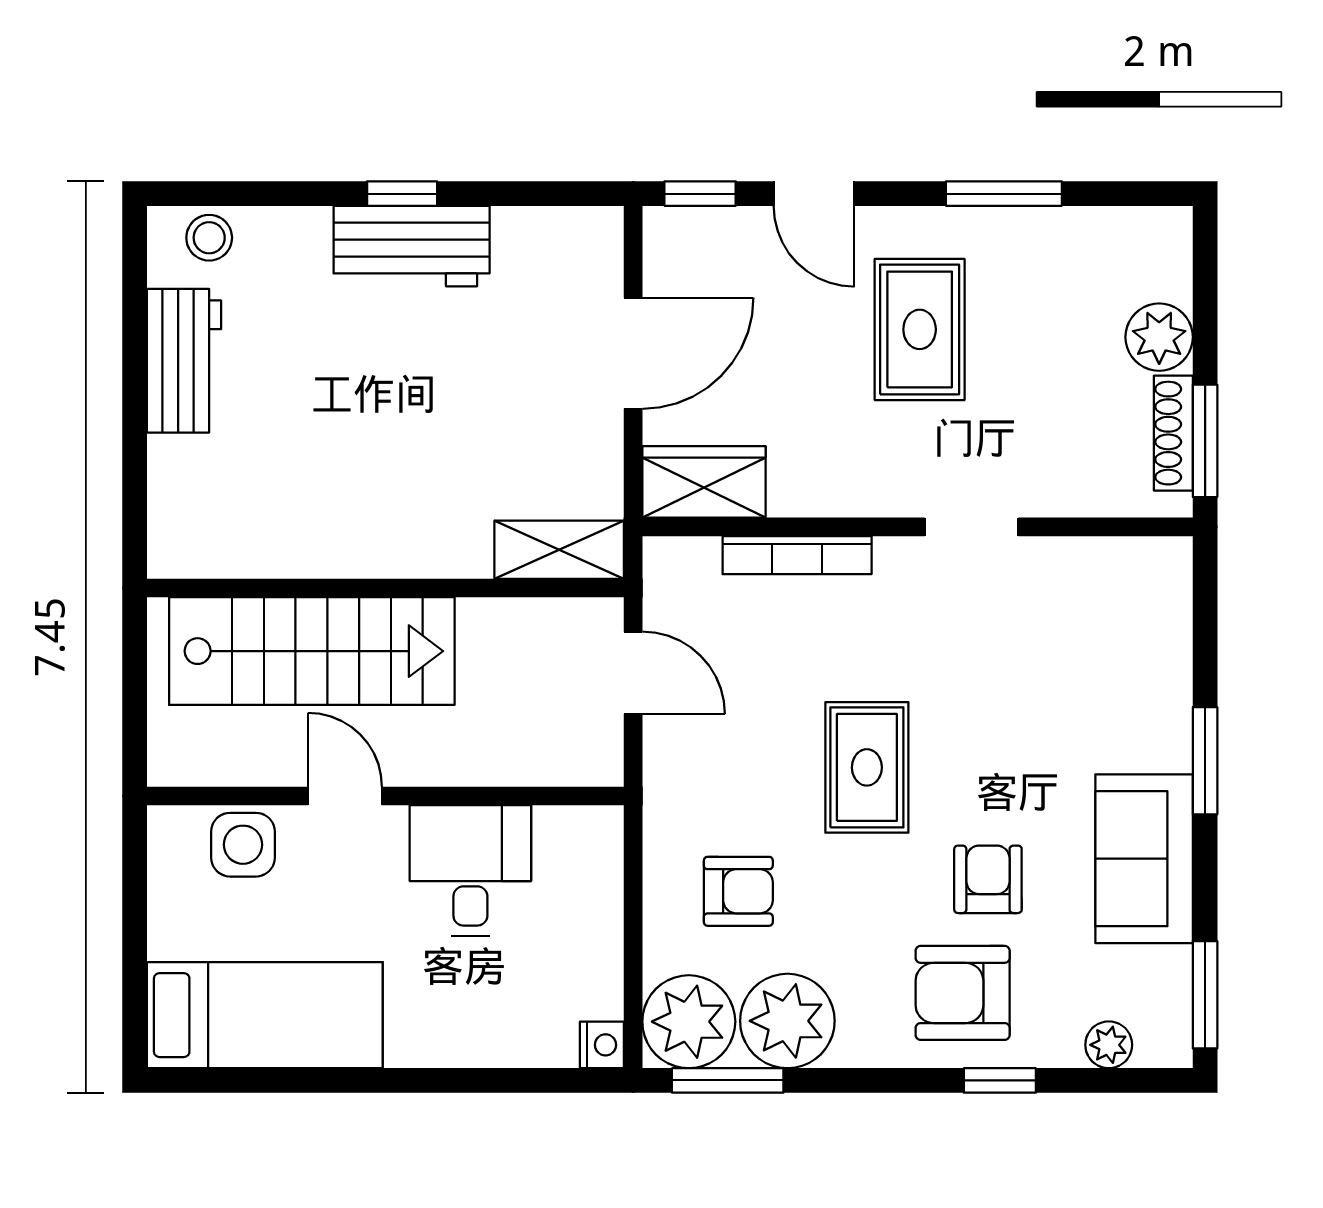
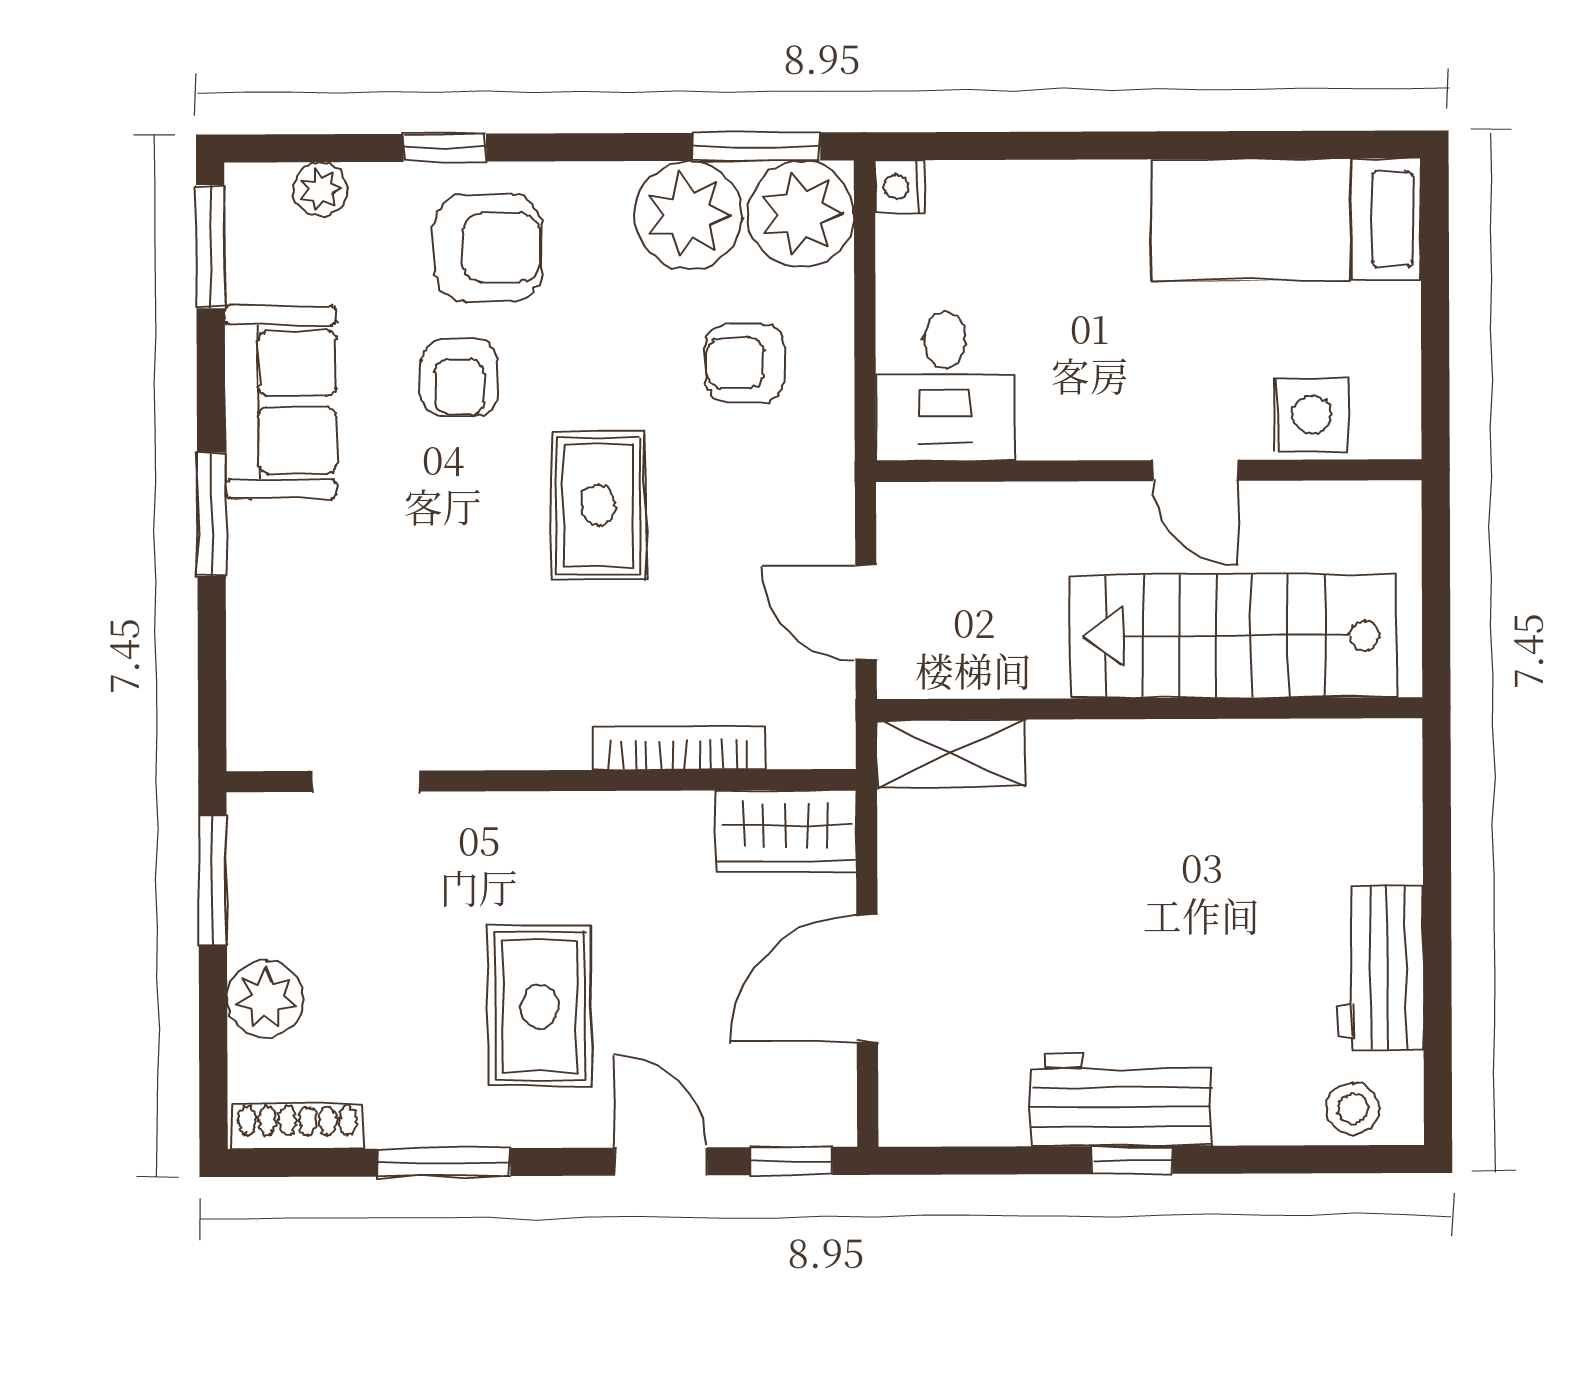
shoe rack: (1173, 433) -> (298, 1127), moved, turned -90
doorway: (971, 527) -> (366, 781), moved
desk: (470, 871) -> (945, 386), moved

